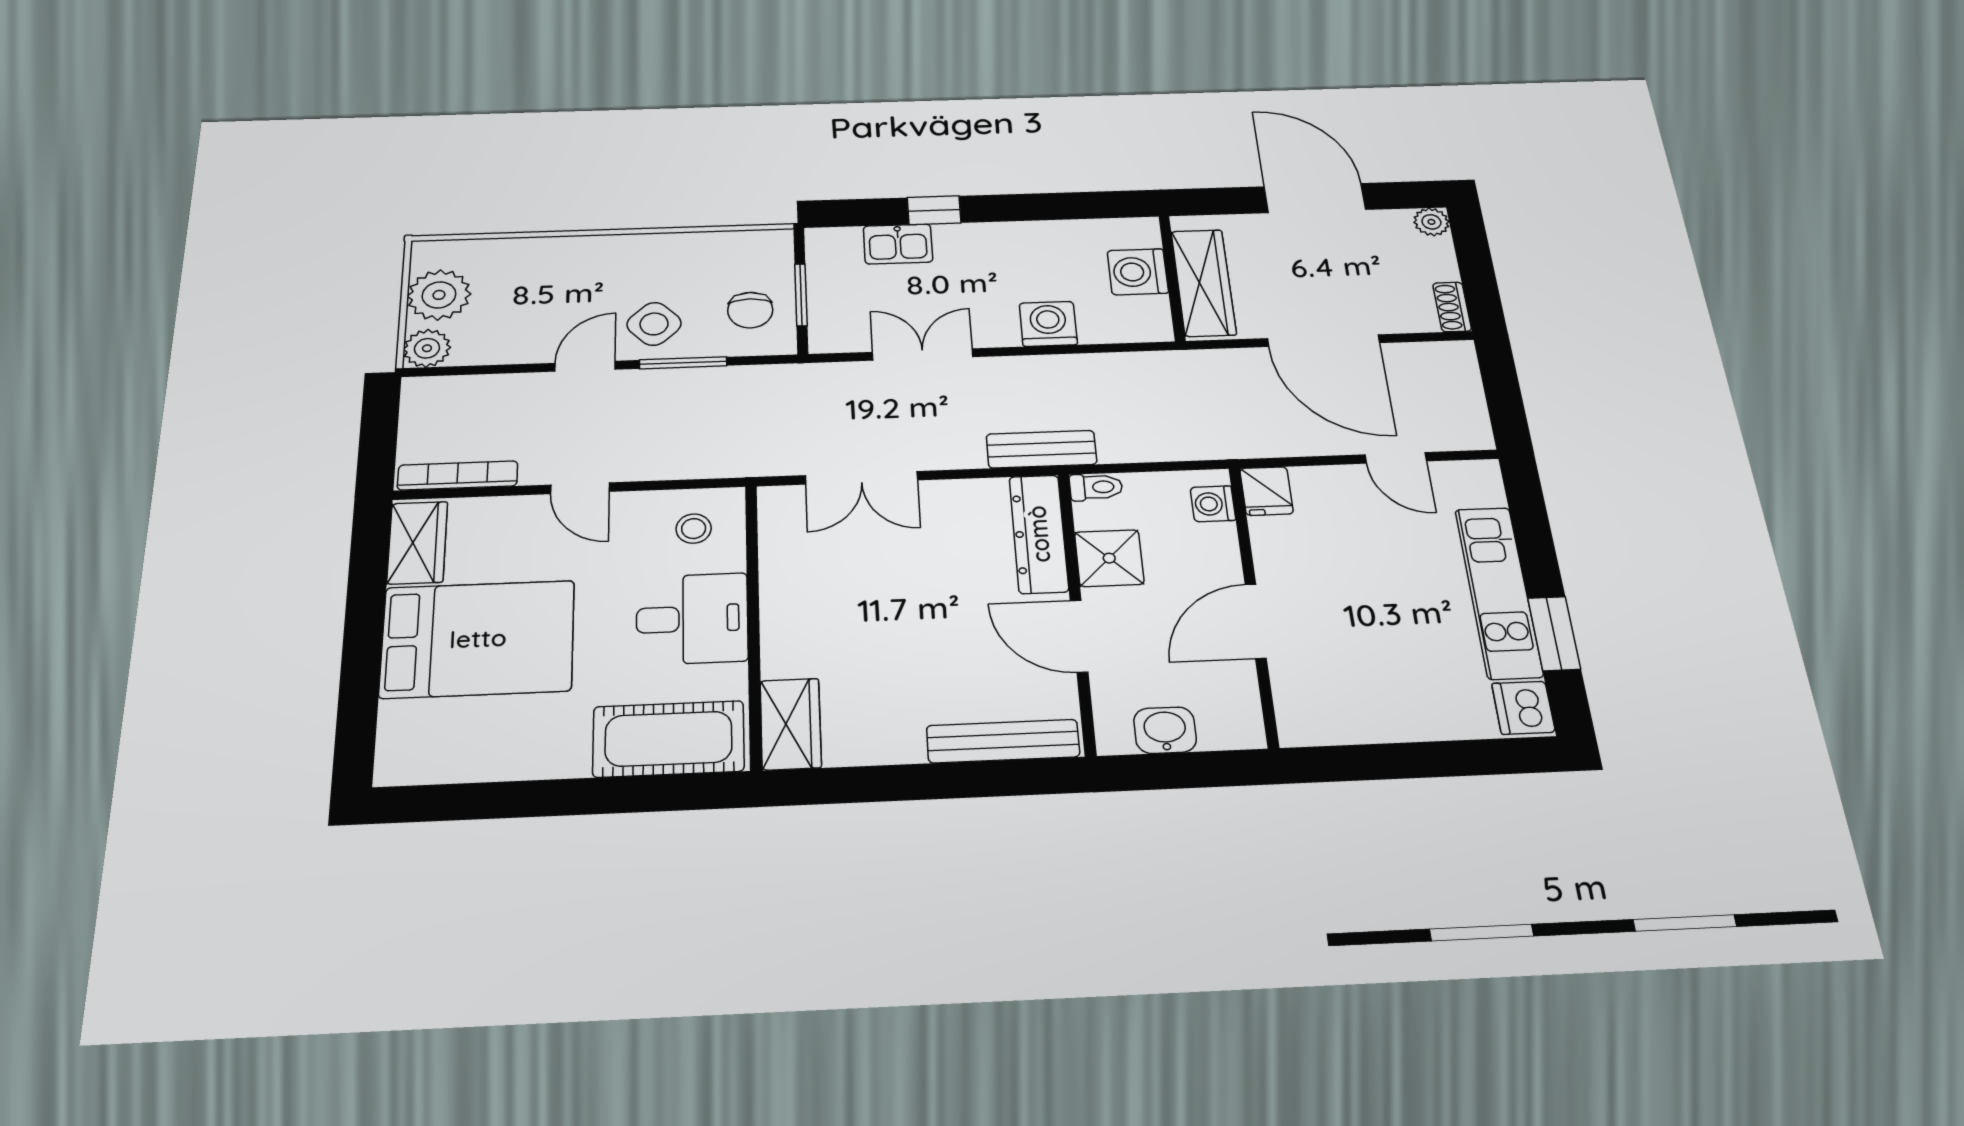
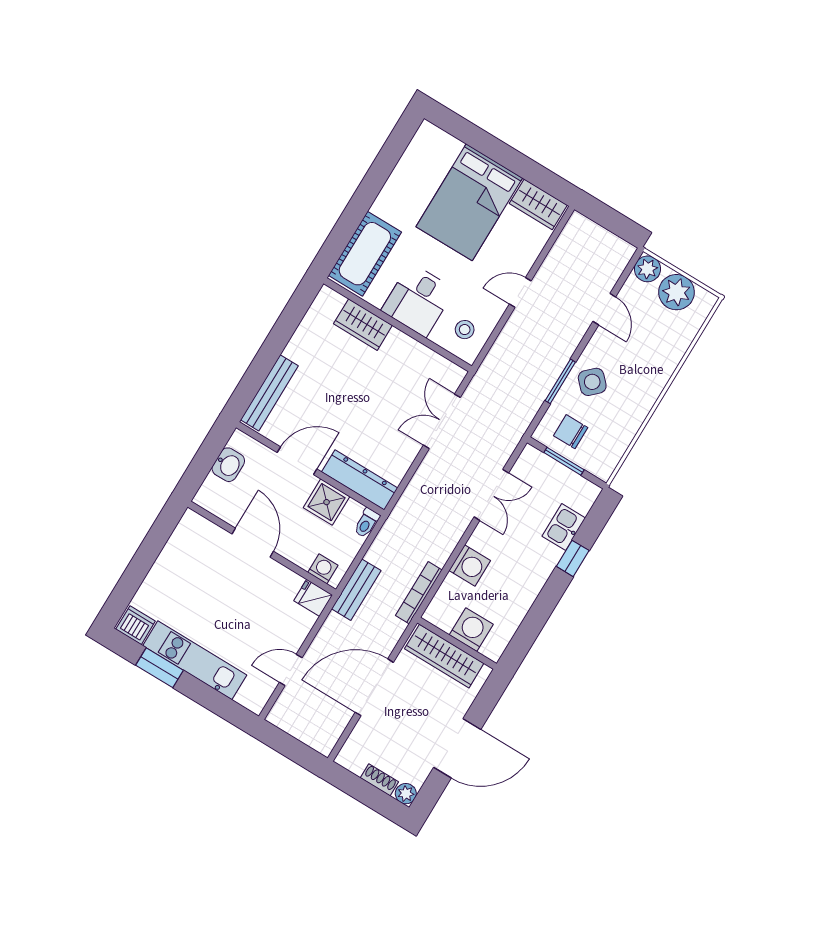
shoe rack: (1452, 307) -> (379, 780), moved
door: (585, 366) -> (604, 309), moved
bench: (1041, 449) -> (356, 590), moved
bookcase: (458, 475) -> (419, 593), moved, turned 180
wardrobe: (791, 724) -> (363, 325), moved

